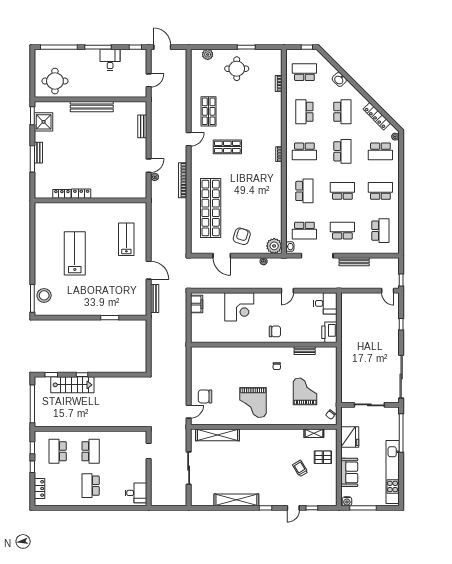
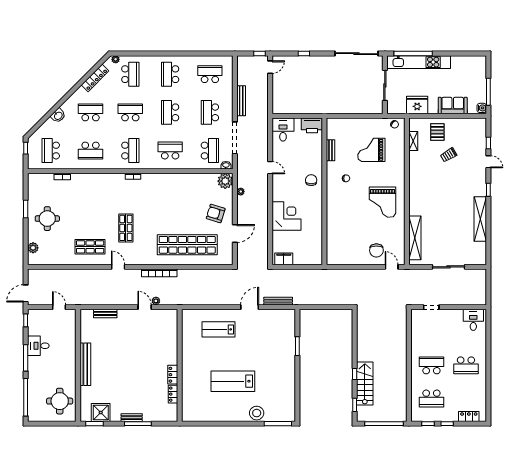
stool: (44, 295) -> (257, 413), moved
grand piano: (253, 402) -> (382, 202), turned 90
kitchen unit: (393, 472) -> (419, 62), moved

